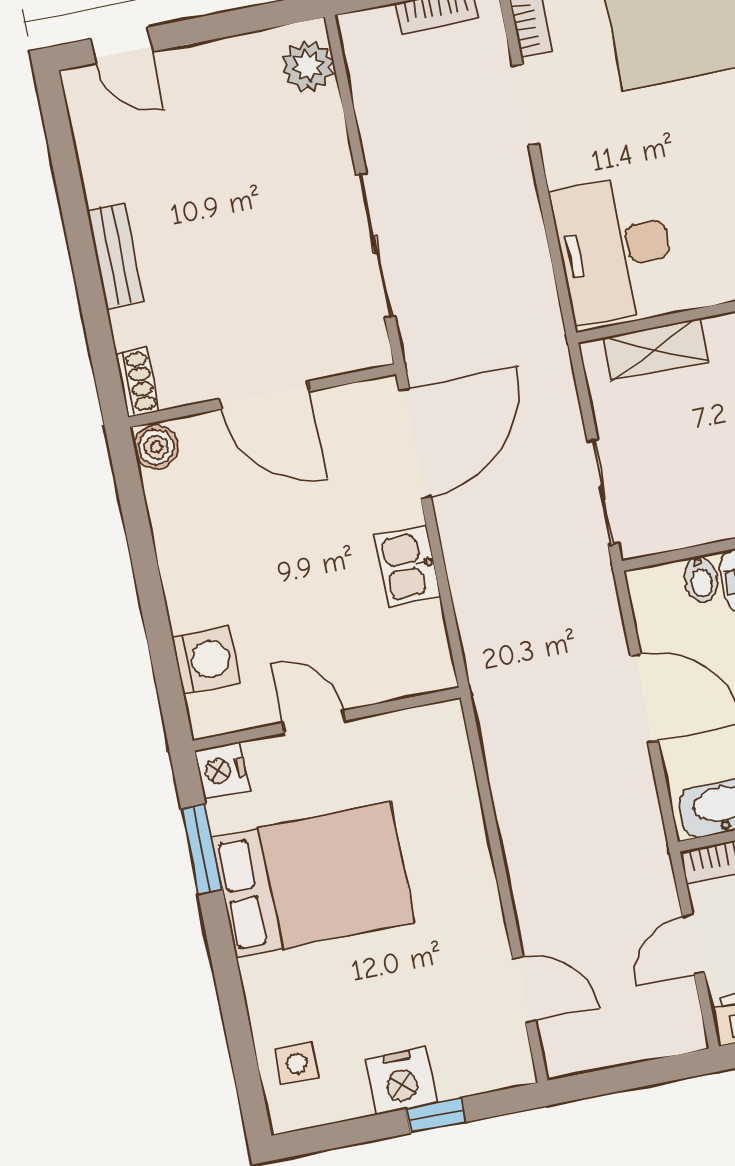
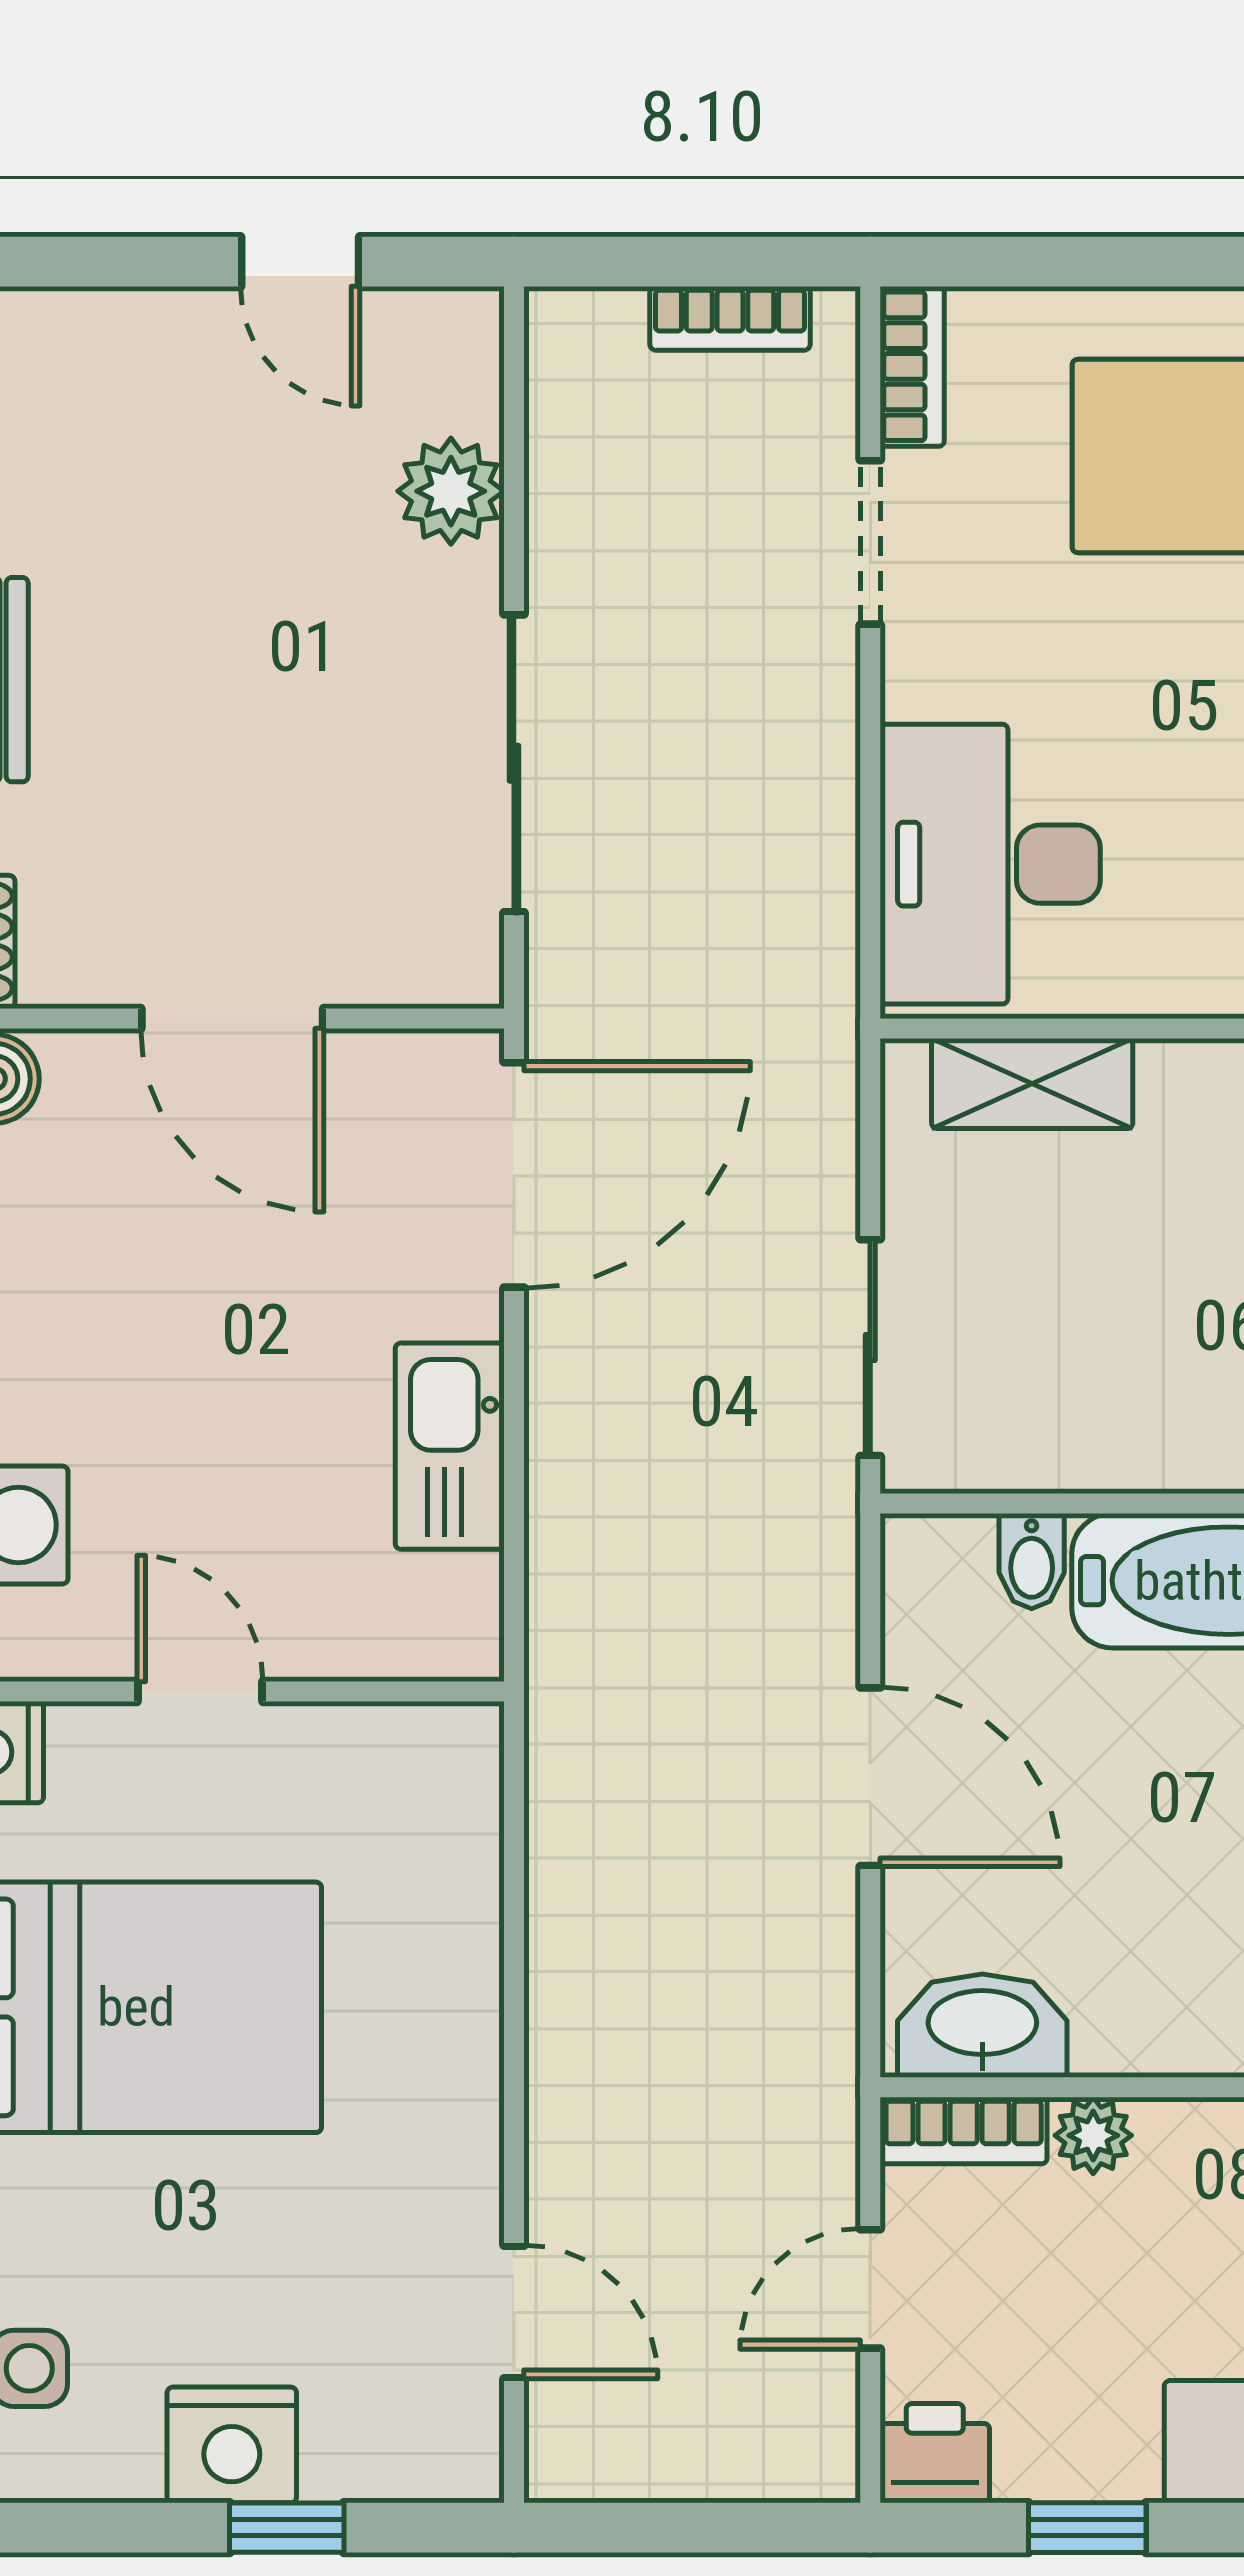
door: (121, 45) -> (300, 262), moved
plant: (308, 66) -> (451, 491), moved
kitchen sink: (407, 566) -> (450, 1446), width x1.38

